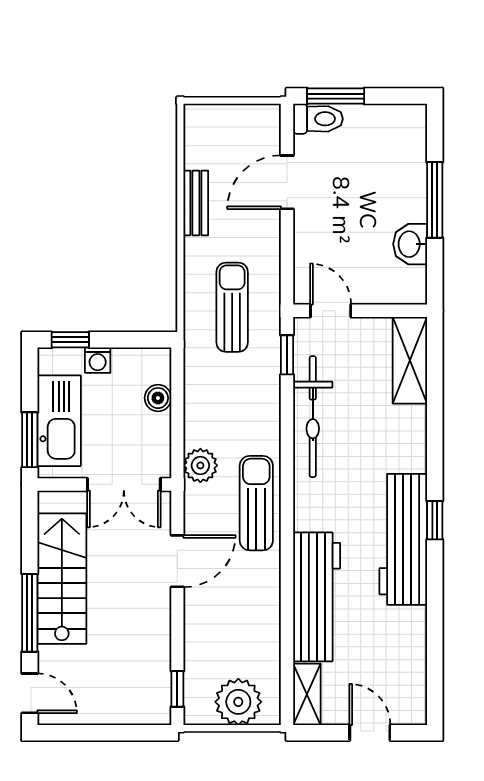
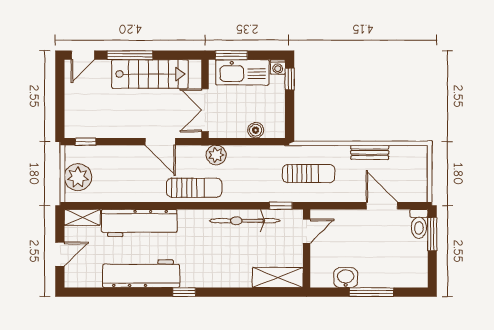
washing machine: (98, 360) -> (278, 67), moved, turned -90
workbench: (403, 539) -> (141, 274), moved

